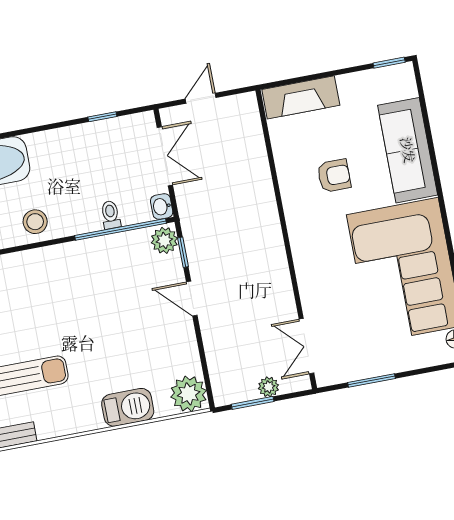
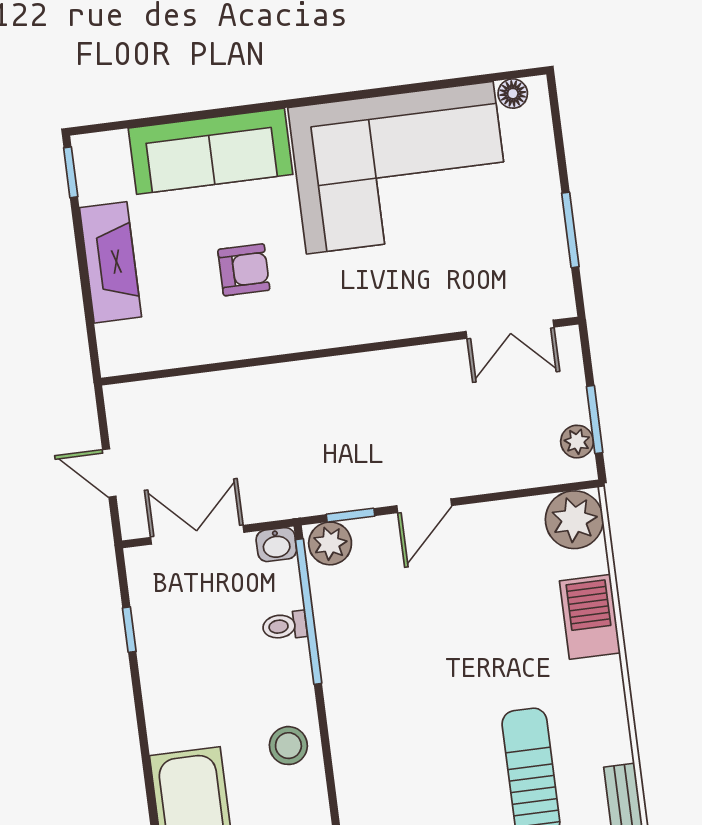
fireplace: (301, 97) -> (110, 262), moved
armchair: (334, 176) -> (244, 270), turned 90
plant: (269, 387) -> (577, 442), moved

